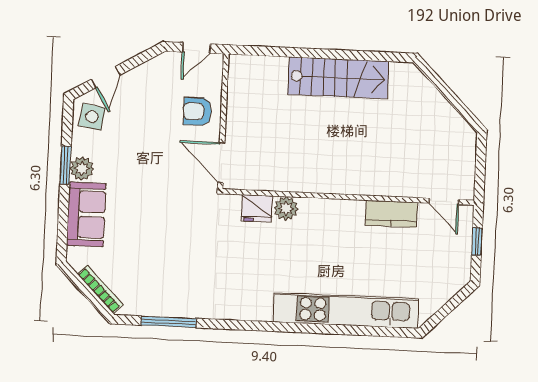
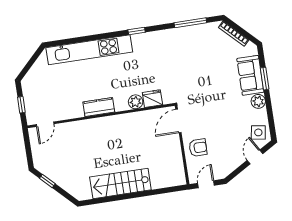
window: (459, 106) -> (47, 181), added
door: (221, 163) -> (178, 121), swing flipped
window: (66, 165) -> (265, 79), moved
door: (444, 201) -> (45, 124), swing flipped
kitchen counter: (391, 214) -> (99, 107), moved
window: (261, 326) -> (137, 31), added

